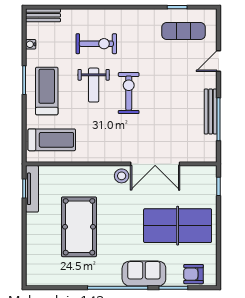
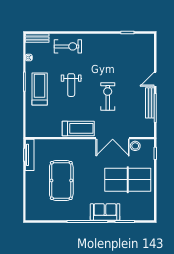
exercise mat: (184, 31) -> (132, 49), removed
exercise bike: (96, 44) -> (68, 46), moved
door: (219, 61) -> (155, 79), moved
exercise bike: (129, 93) -> (108, 96), moved
treadmill: (52, 140) -> (78, 128), moved
stool: (122, 176) -> (135, 146), moved
armchair: (194, 274) -> (138, 212), removed

